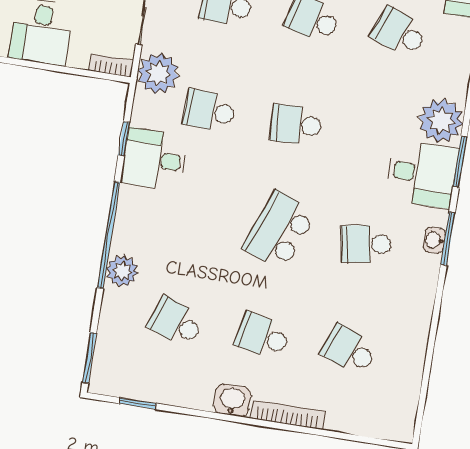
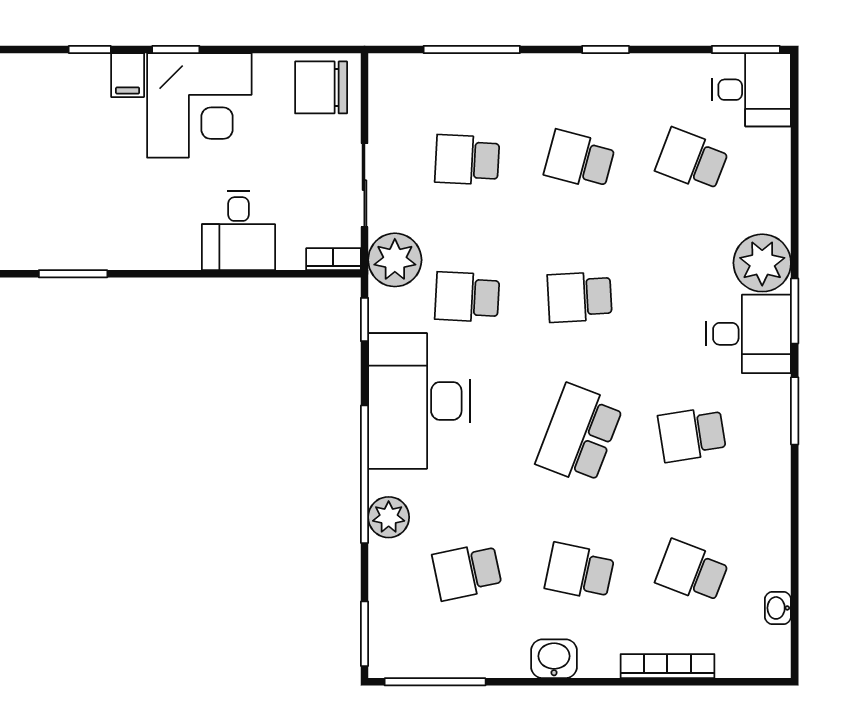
window: (124, 139) -> (364, 319), moved
desk: (154, 159) -> (419, 401), width x1.87, depth x1.30
washbasin: (434, 240) -> (778, 608), moved
school desk: (176, 322) -> (467, 572), turned -33
window: (138, 403) -> (435, 682), width x2.17
bookcase: (287, 415) -> (667, 666), moved

